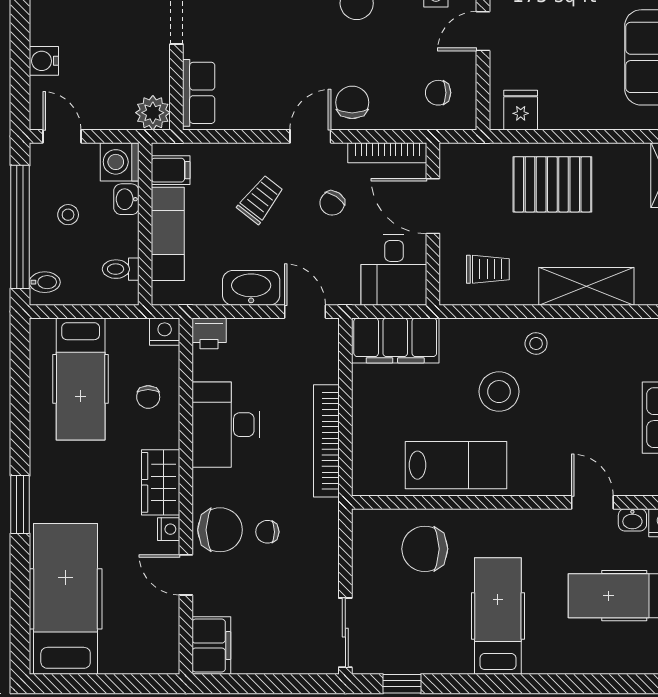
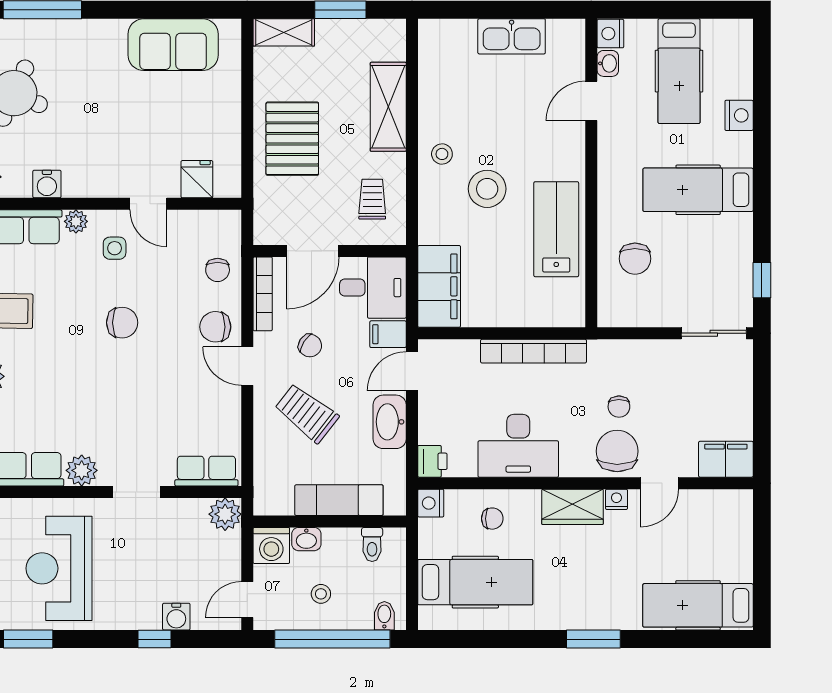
window: (20, 38) -> (155, 639), added
chair: (438, 93) -> (218, 270), moved
fridge: (521, 110) -> (197, 179), moved, turned 90
filing cabinet: (171, 170) -> (388, 334), moved, turned -90
trolley: (260, 199) -> (307, 413), width x1.36, depth x1.39
chair: (425, 549) -> (635, 259), width x0.73, depth x0.73
hospital bed: (66, 599) -> (698, 605), width x0.73, depth x0.78
nightstand: (577, 660) -> (739, 115), added

